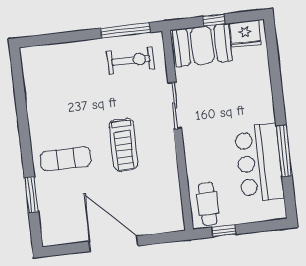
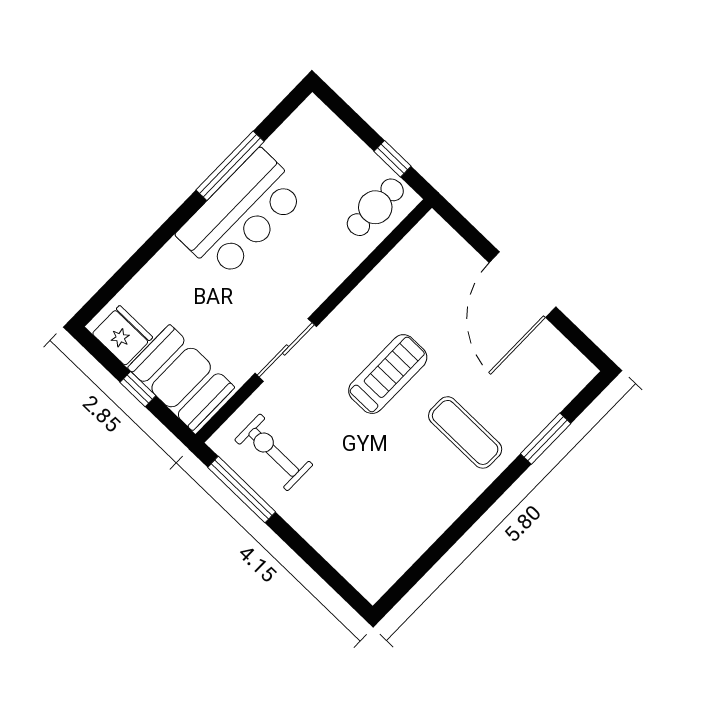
bar counter: (259, 163) -> (242, 214), moved

